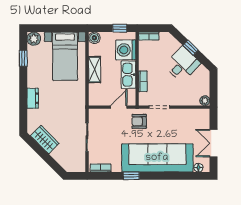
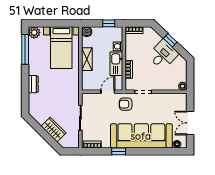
washing machine: (126, 50) -> (118, 46), width x0.53, depth x0.53
window: (23, 58) -> (25, 49), width x2.17
wardrobe: (45, 140) -> (53, 130), moved

